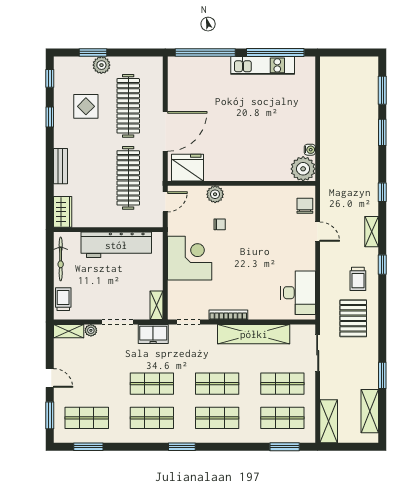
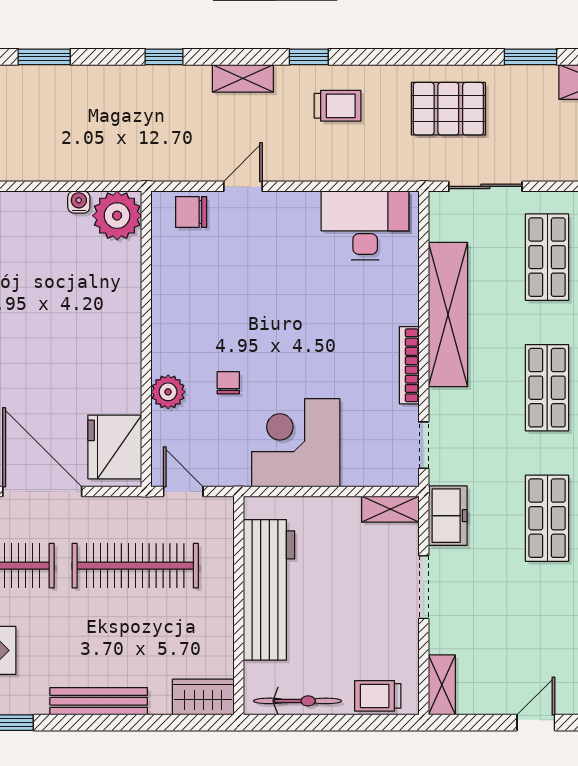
bench: (60, 166) -> (99, 701), width x1.36
pallet: (353, 318) -> (448, 109), moved
plant: (91, 330) -> (440, 640), removed

